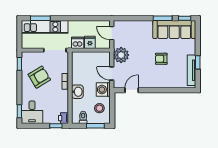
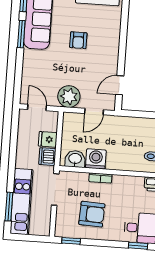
door: (112, 33) -> (37, 108), swing flipped
armchair: (39, 77) -> (92, 214), turned 124
washing machine: (103, 90) -> (96, 159), moved, turned 180
door: (132, 90) -> (120, 85), hinge flipped
washbasin: (77, 92) -> (75, 159), moved
stool: (99, 108) -> (142, 132), removed

